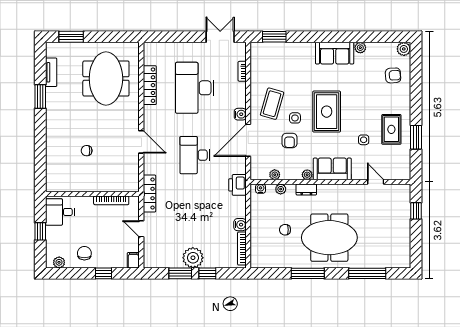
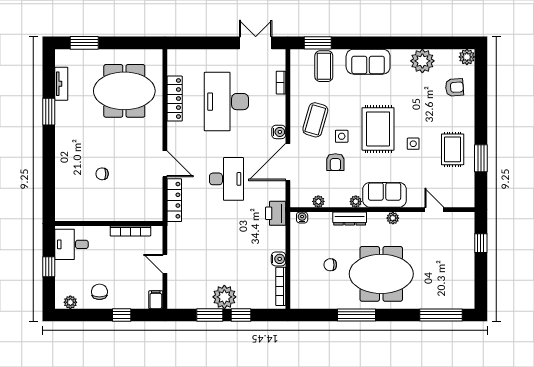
plant: (360, 48) -> (422, 61), width x1.88, depth x1.88
sofa: (335, 53) -> (368, 62), moved
coffee table: (279, 57) -> (324, 66), added
meeting table: (106, 78) -> (124, 91), turned 90
side table: (364, 140) -> (413, 144), moved
desk: (195, 155) -> (226, 179), turned 180
plant: (281, 189) -> (393, 218), moved
dresser: (306, 190) -> (350, 219), width x1.44
locker: (149, 194) -> (174, 200), moved
window: (367, 273) -> (441, 315), moved

